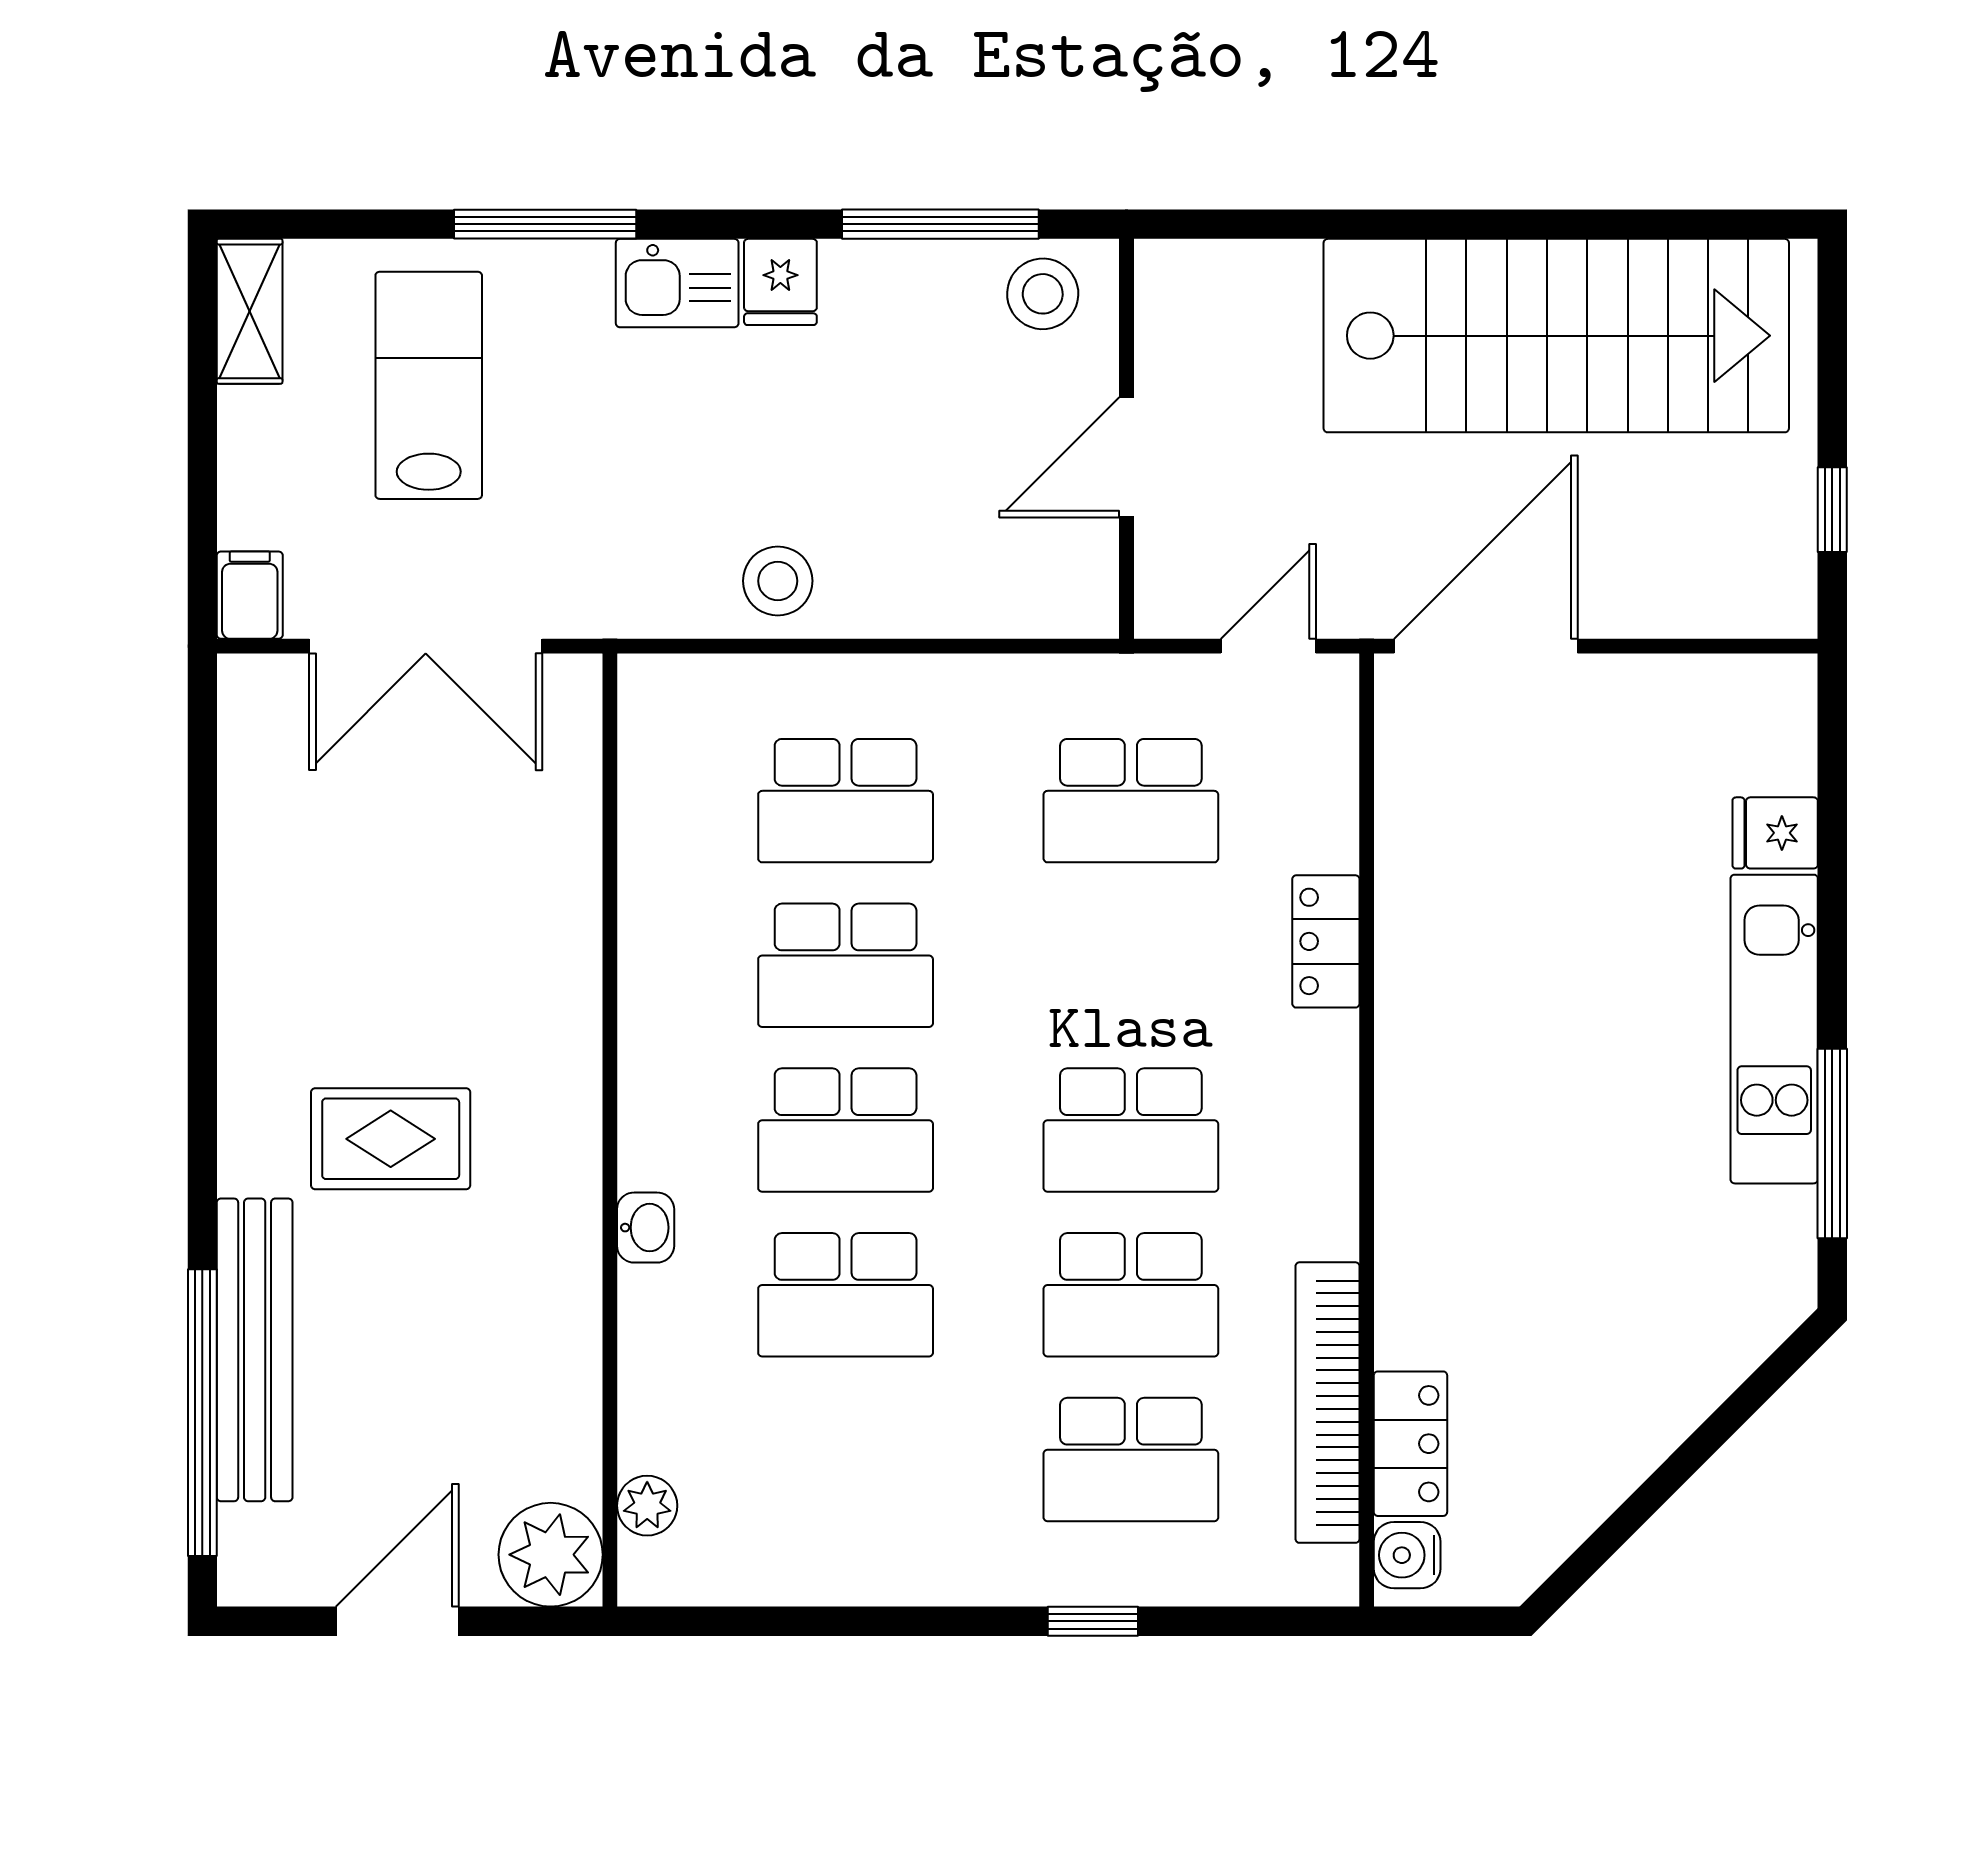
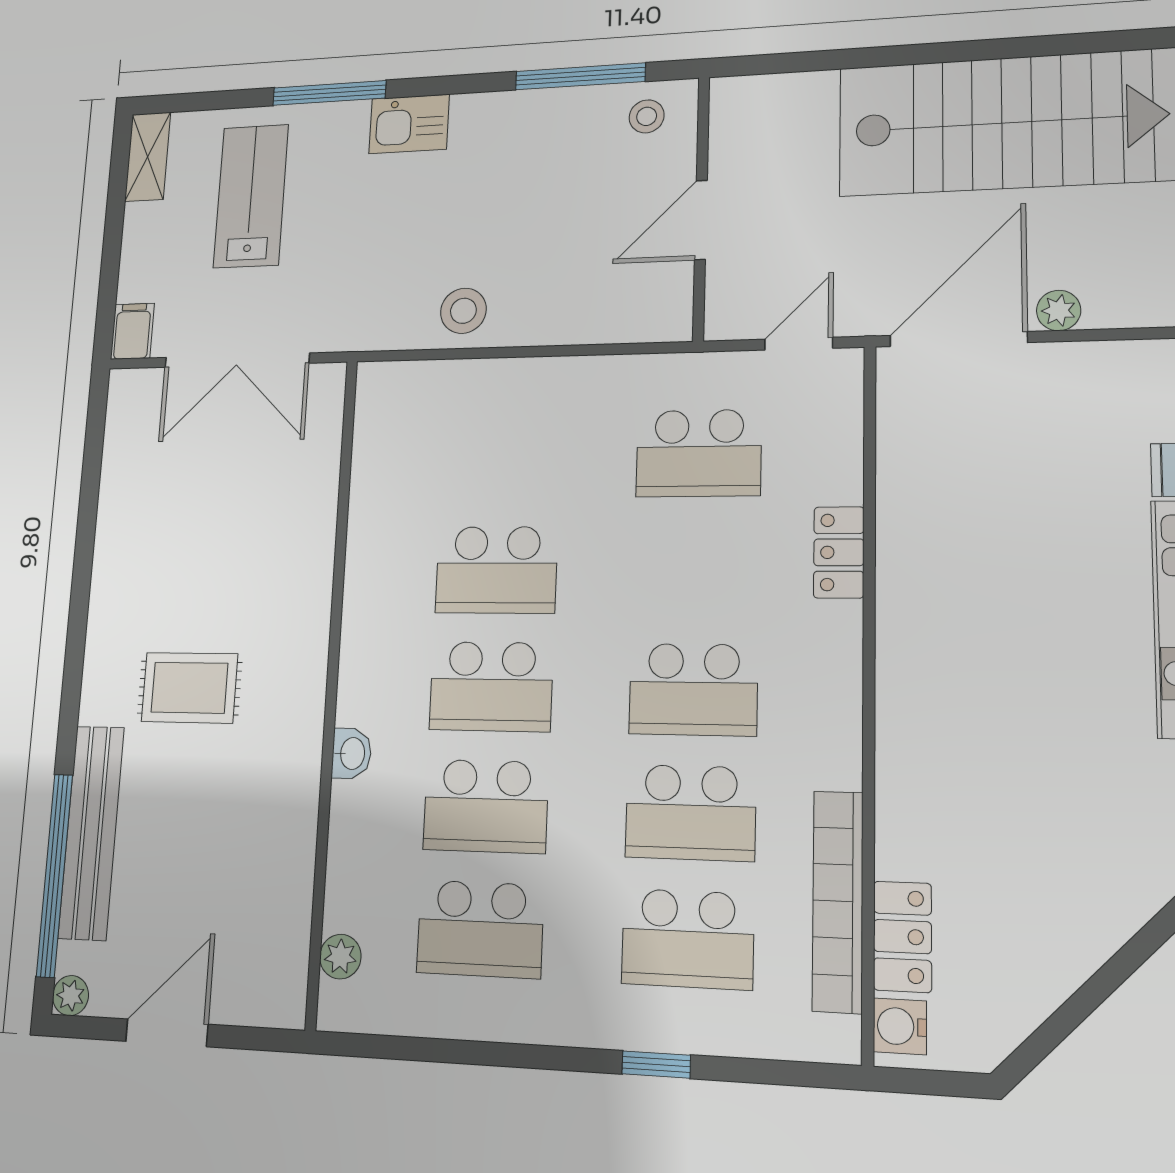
fridge: (780, 282) -> (475, 119), removed
stool: (1043, 294) -> (647, 116), width x0.73, depth x0.73
plant: (1619, 610) -> (1059, 310), added
school desk: (846, 801) -> (480, 929), moved
plant: (551, 1555) -> (71, 996), moved, width x0.53, depth x0.53

